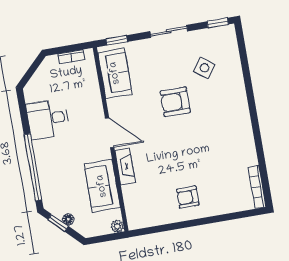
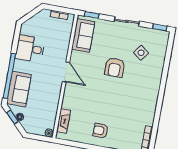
armchair: (175, 102) -> (115, 67), turned -90
fireplace: (125, 166) -> (63, 121), moved
sofa: (102, 186) -> (19, 89), moved, turned 180

